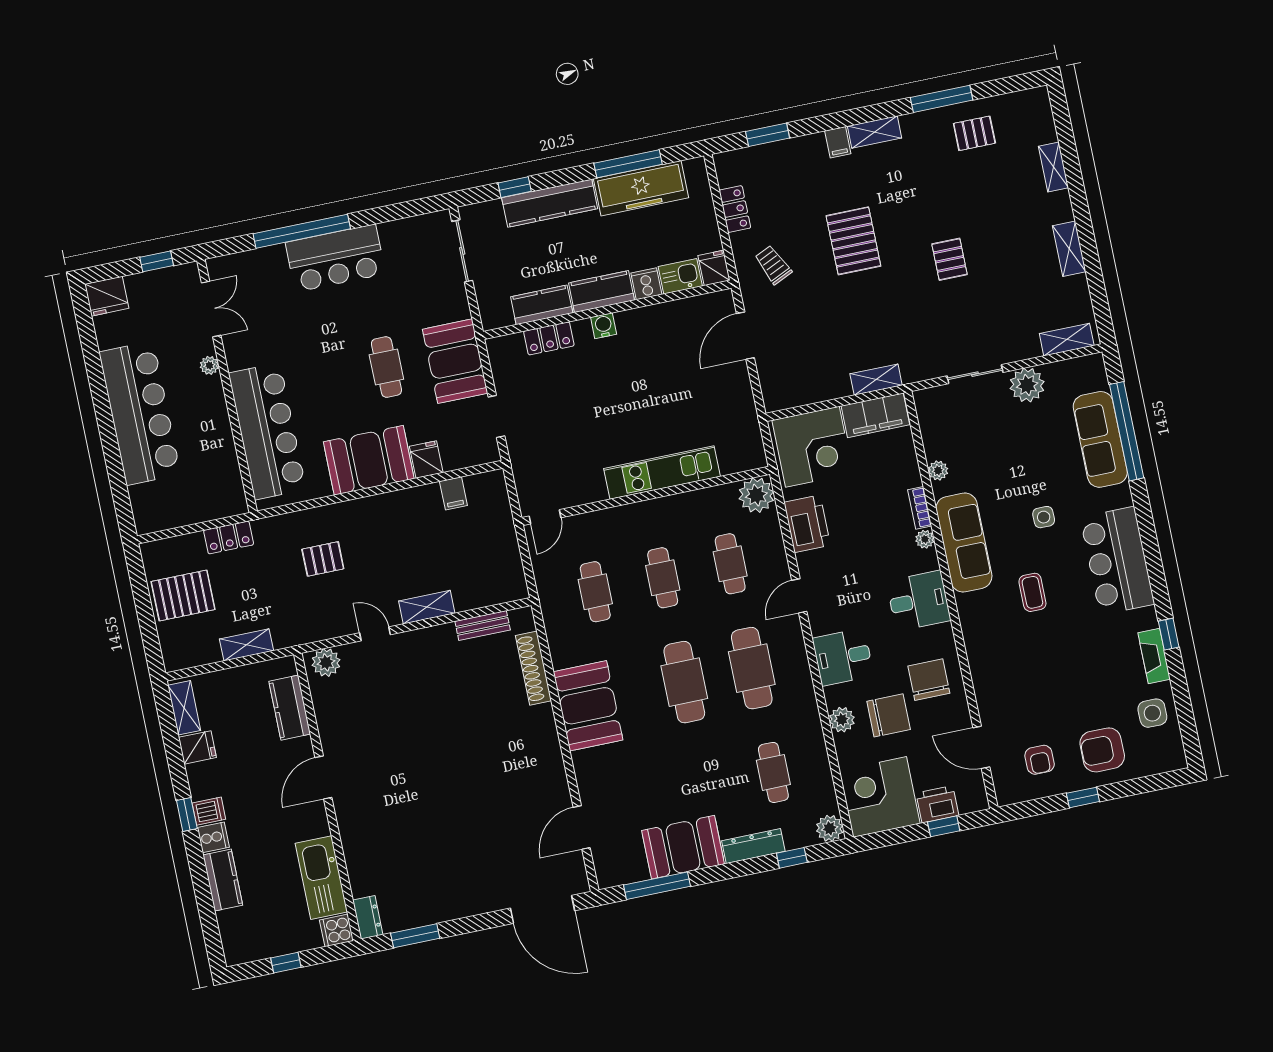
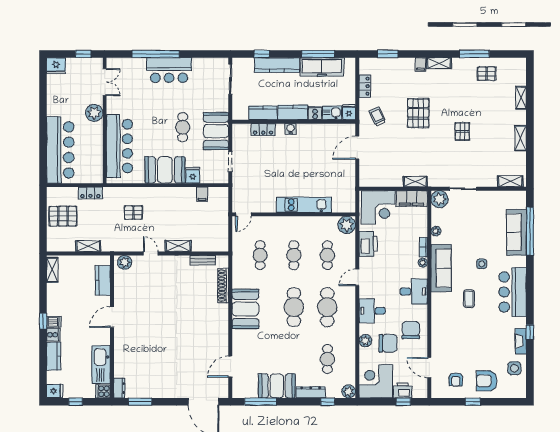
plant: (209, 365) -> (94, 113), width x1.87, depth x1.87
plant: (1027, 385) -> (440, 199), moved
bar counter: (140, 413) -> (60, 150), moved
fridge: (197, 747) -> (55, 391), moved

